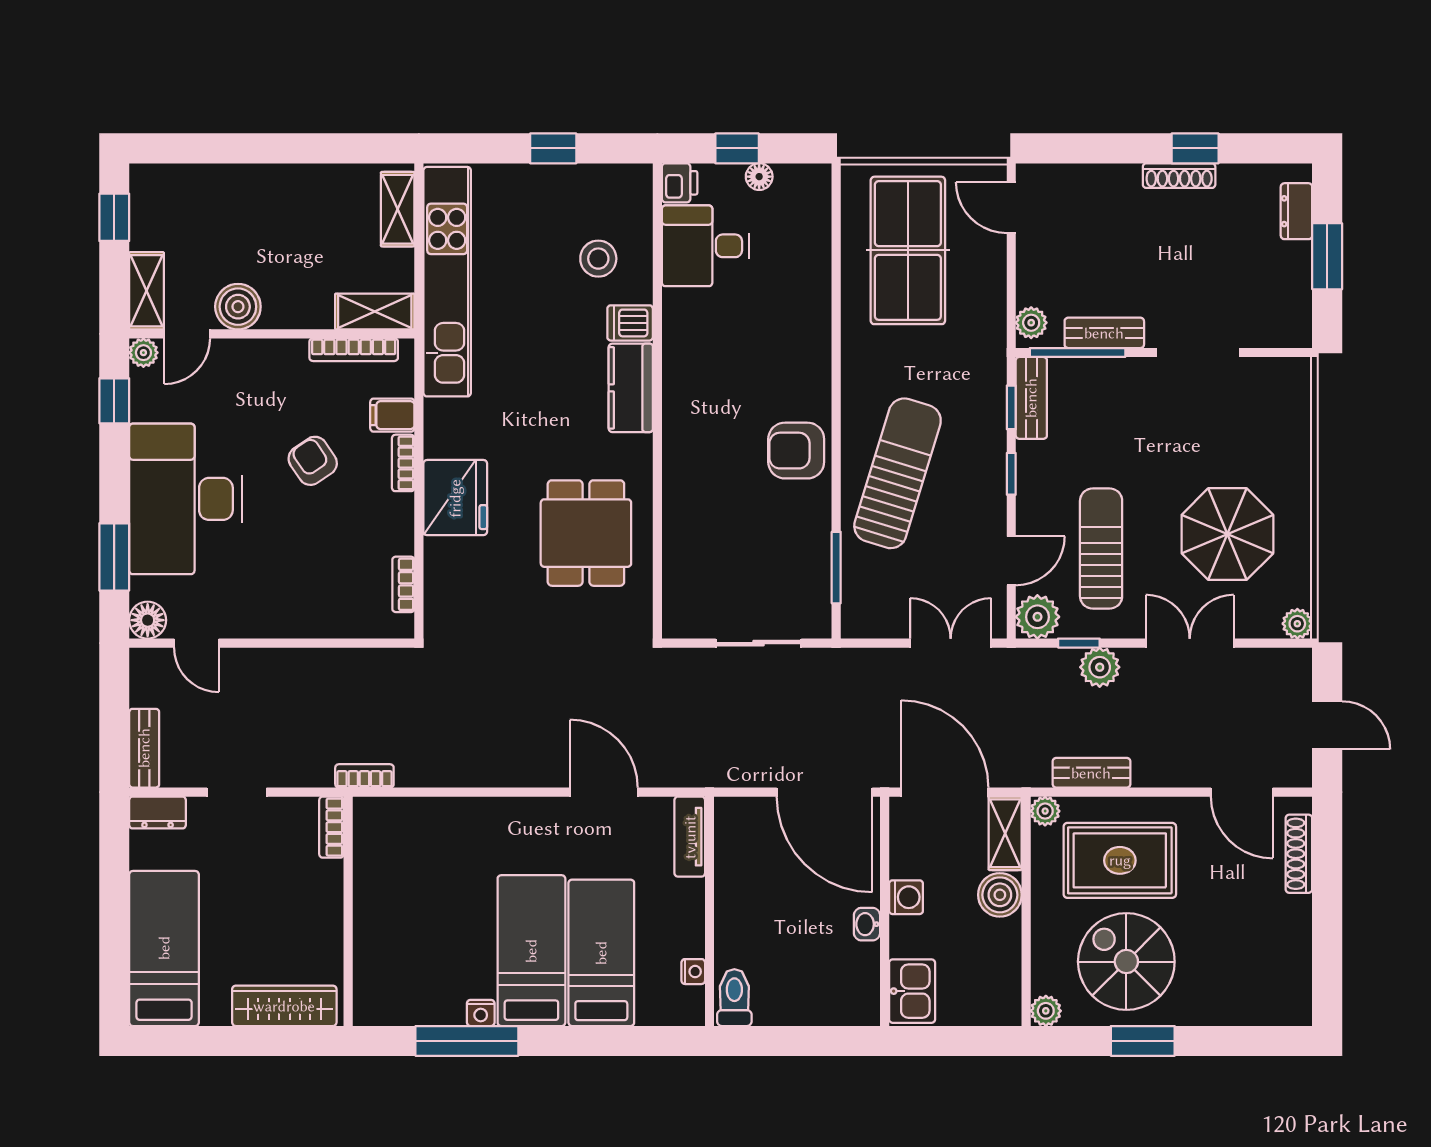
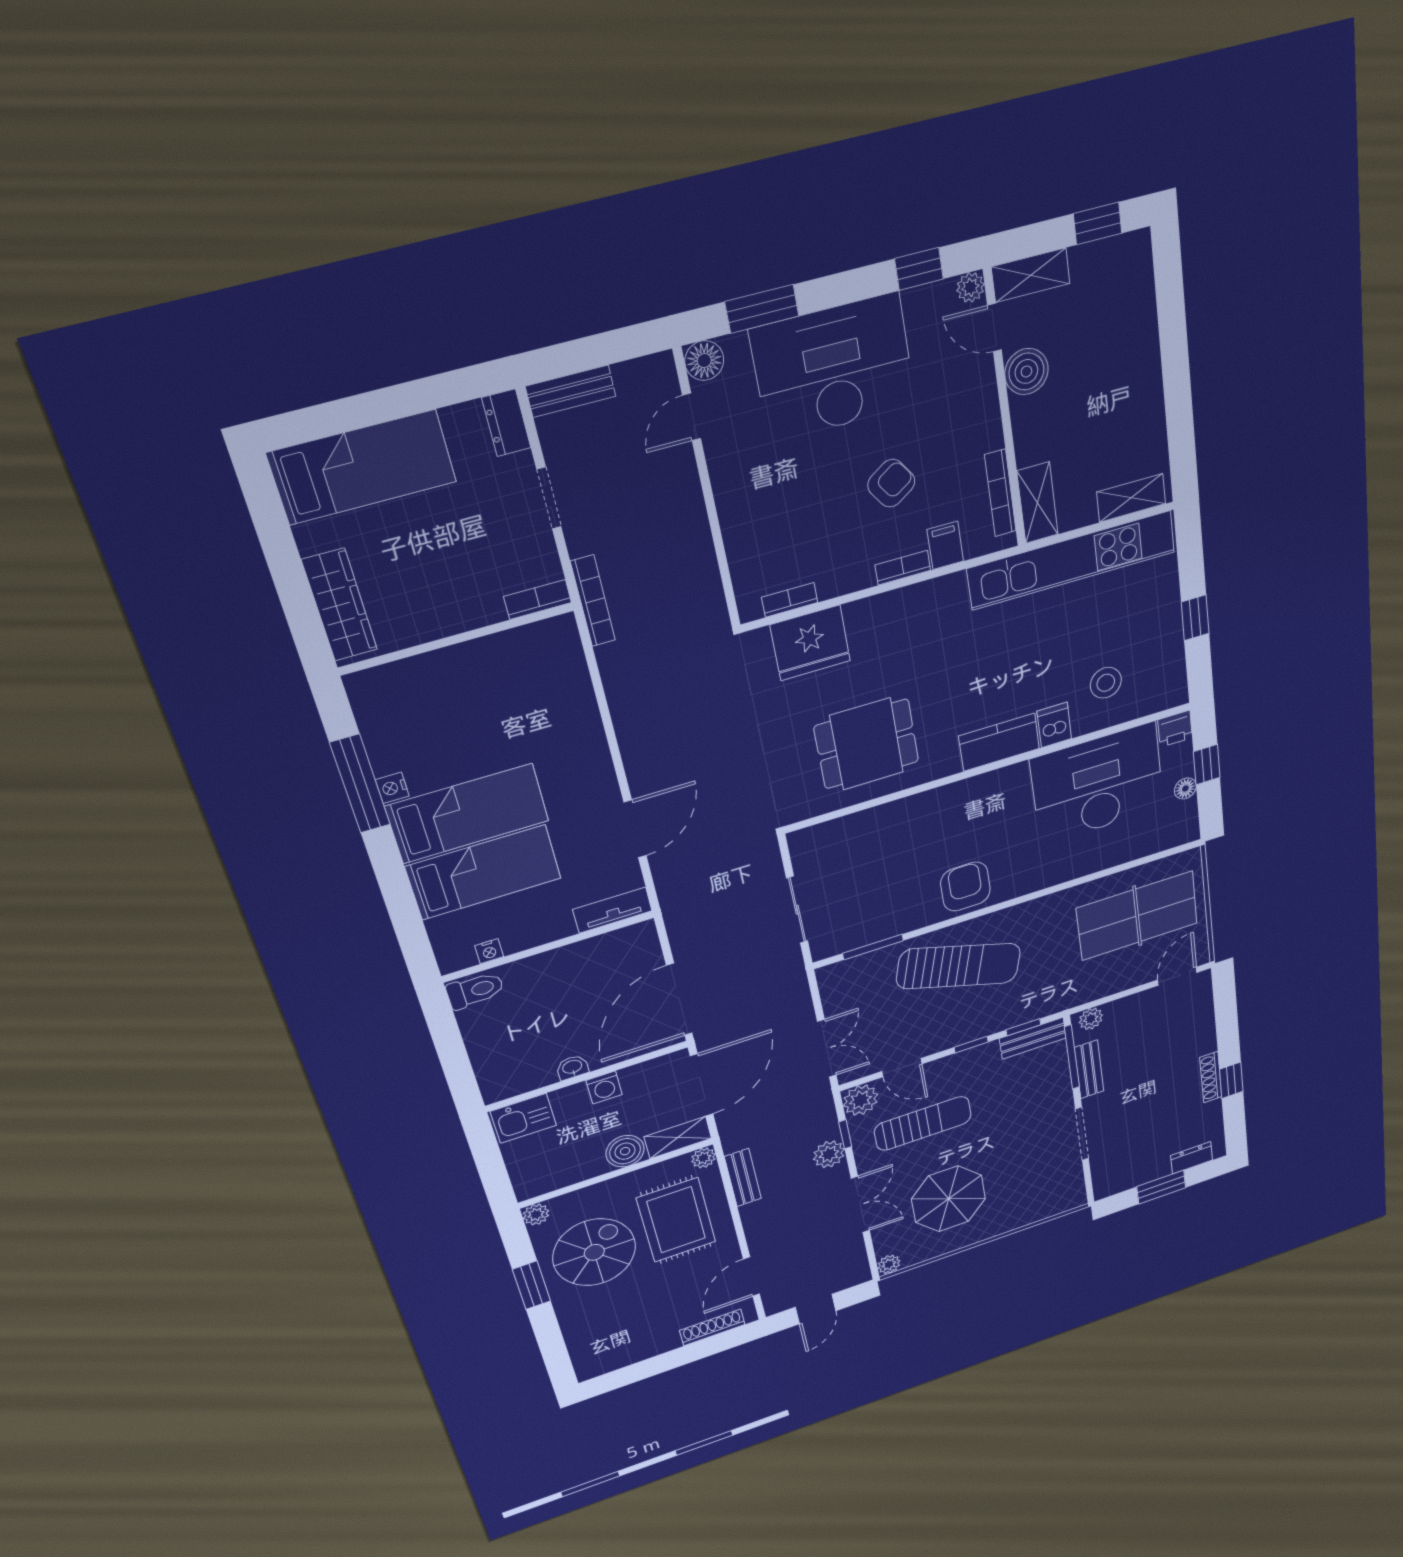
desk: (705, 246) -> (1098, 784), width x1.87, depth x1.30
fridge: (455, 498) -> (810, 643), moved
bookcase: (364, 776) -> (593, 601), width x1.56

